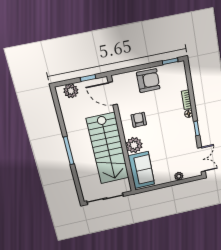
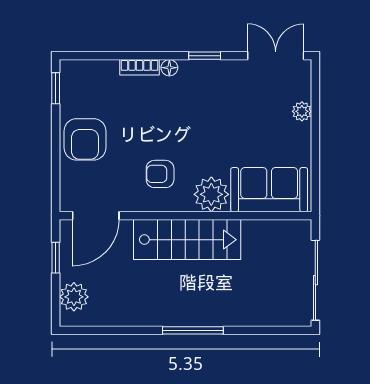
armchair: (148, 81) -> (85, 139), turned 180
stairs: (108, 149) -> (187, 240), width x0.73, depth x0.66

